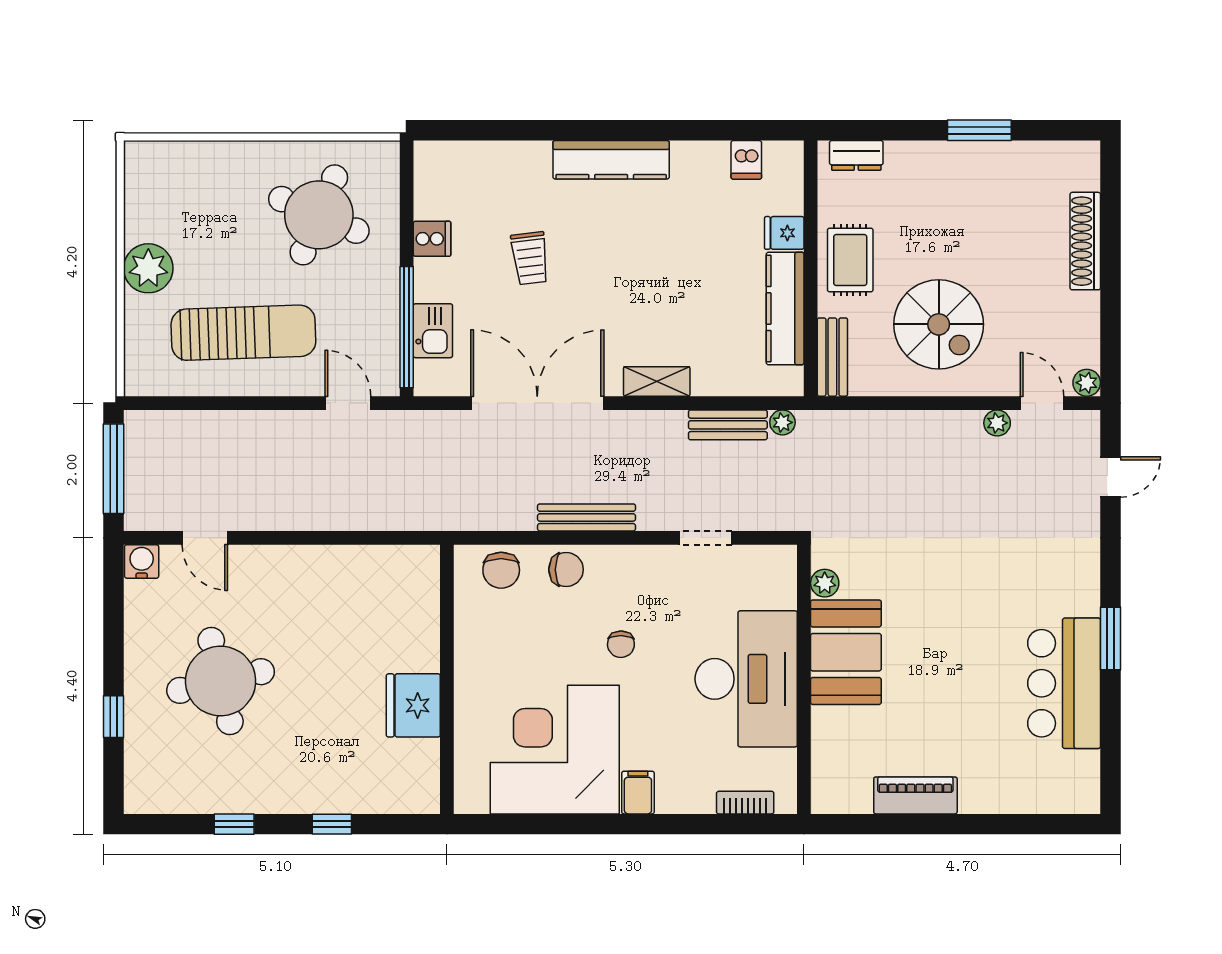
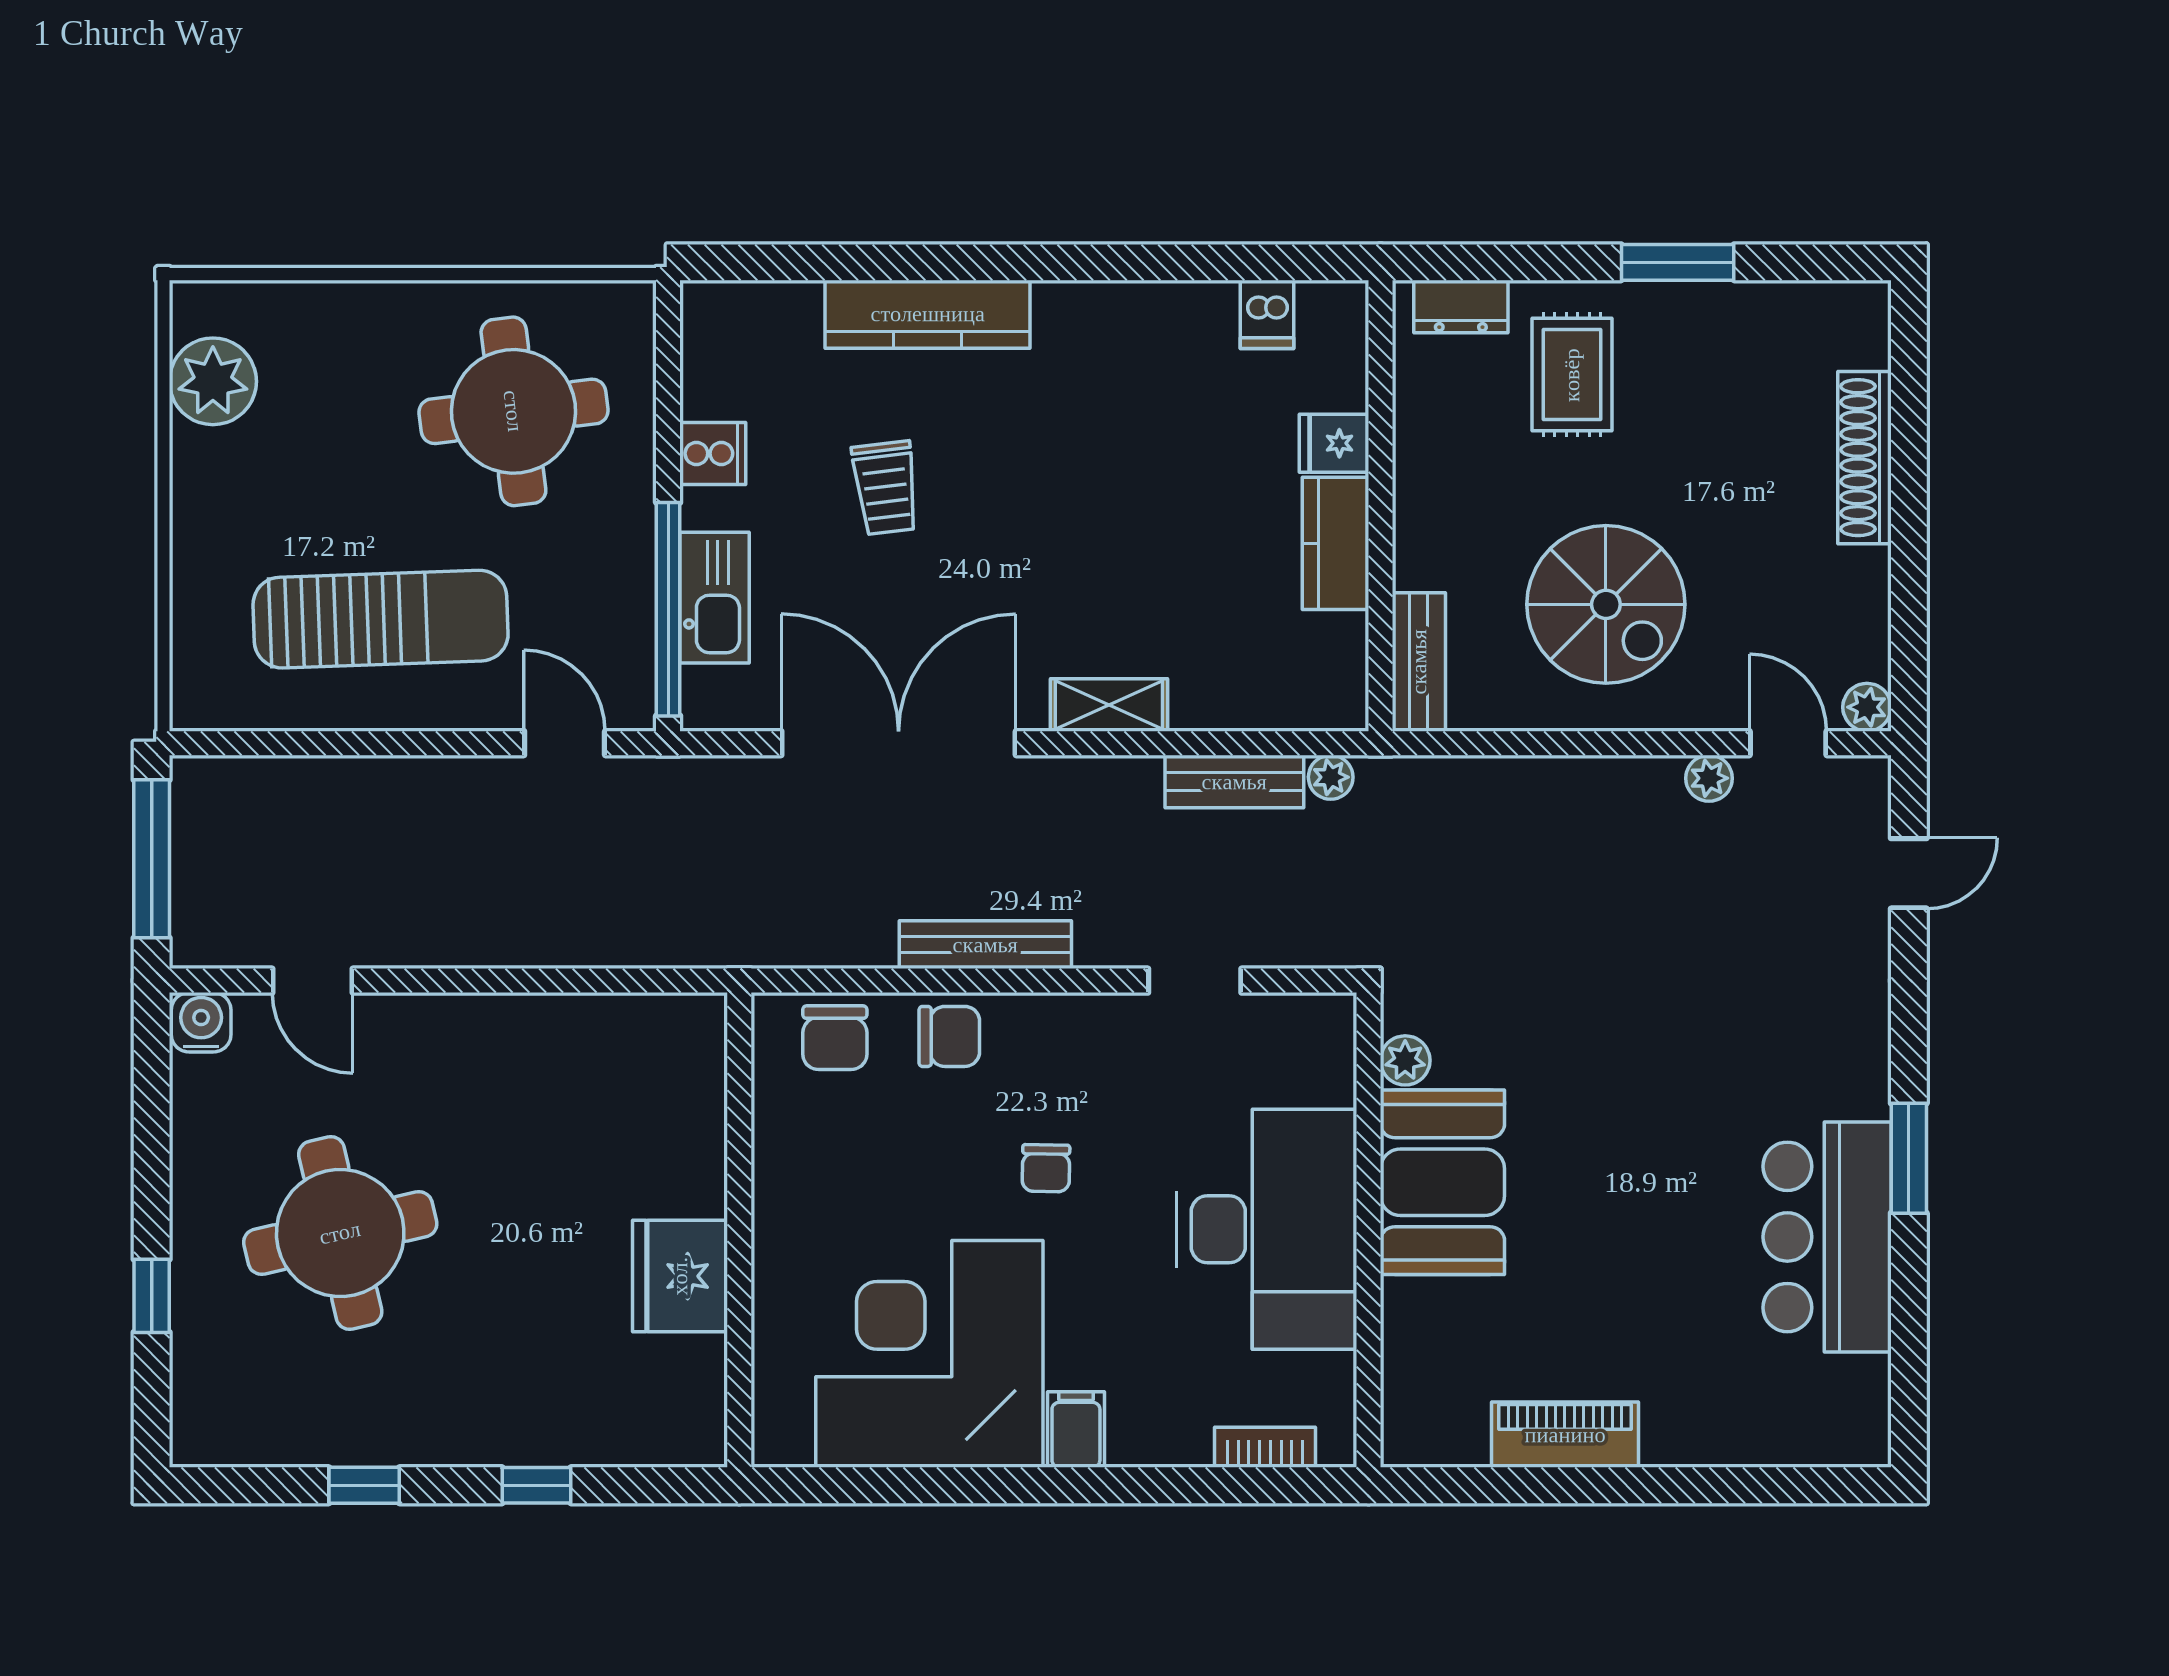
kitchen counter: (611, 160) -> (928, 314), moved
round table: (319, 215) -> (513, 411), turned -30
rug: (850, 260) -> (1572, 375), moved
plant: (148, 268) -> (213, 381), moved
kitchen counter: (785, 309) -> (1335, 543), width x0.67
kitchen sink: (433, 331) -> (715, 598), width x1.38

